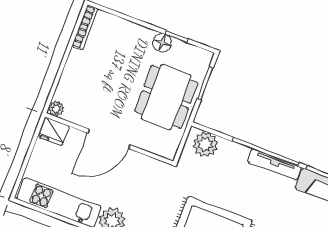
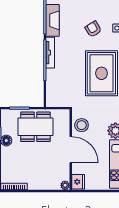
plant: (205, 145) -> (54, 95), removed
stool: (141, 171) -> (82, 125), added

